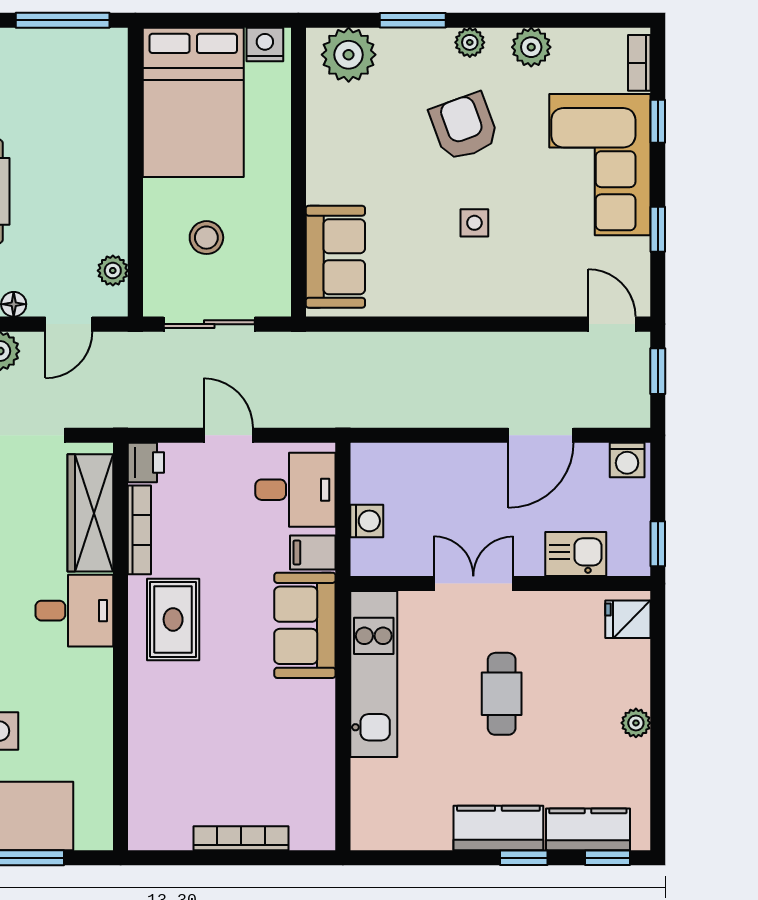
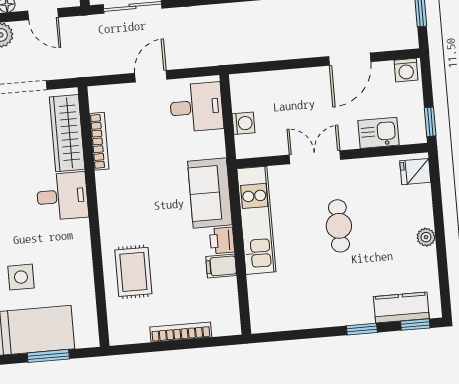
door: (69, 324) -> (43, 14), hinge flipped
door: (228, 435) -> (151, 76), hinge flipped
printer: (146, 463) -> (222, 240), moved, turned 180
filing cabinet: (313, 553) -> (221, 266), moved
rug: (173, 619) -> (133, 272), moved
kitchen counter: (498, 828) -> (344, 311), removed

